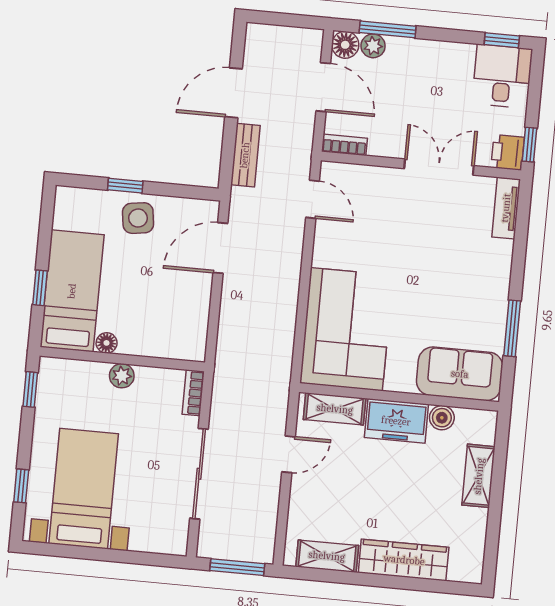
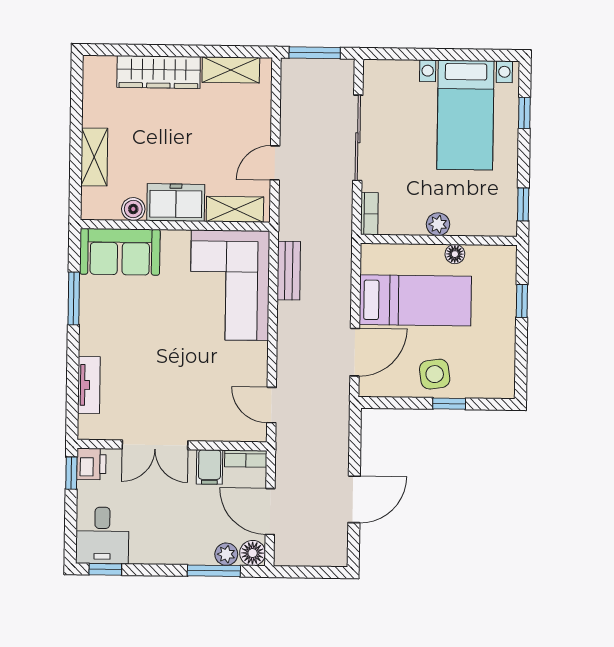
filing cabinet: (383, 139) -> (210, 467), added
bench: (245, 155) -> (289, 271), moved
tv unit: (506, 208) -> (89, 385), moved
bed: (72, 291) -> (415, 300), moved, turned -90

